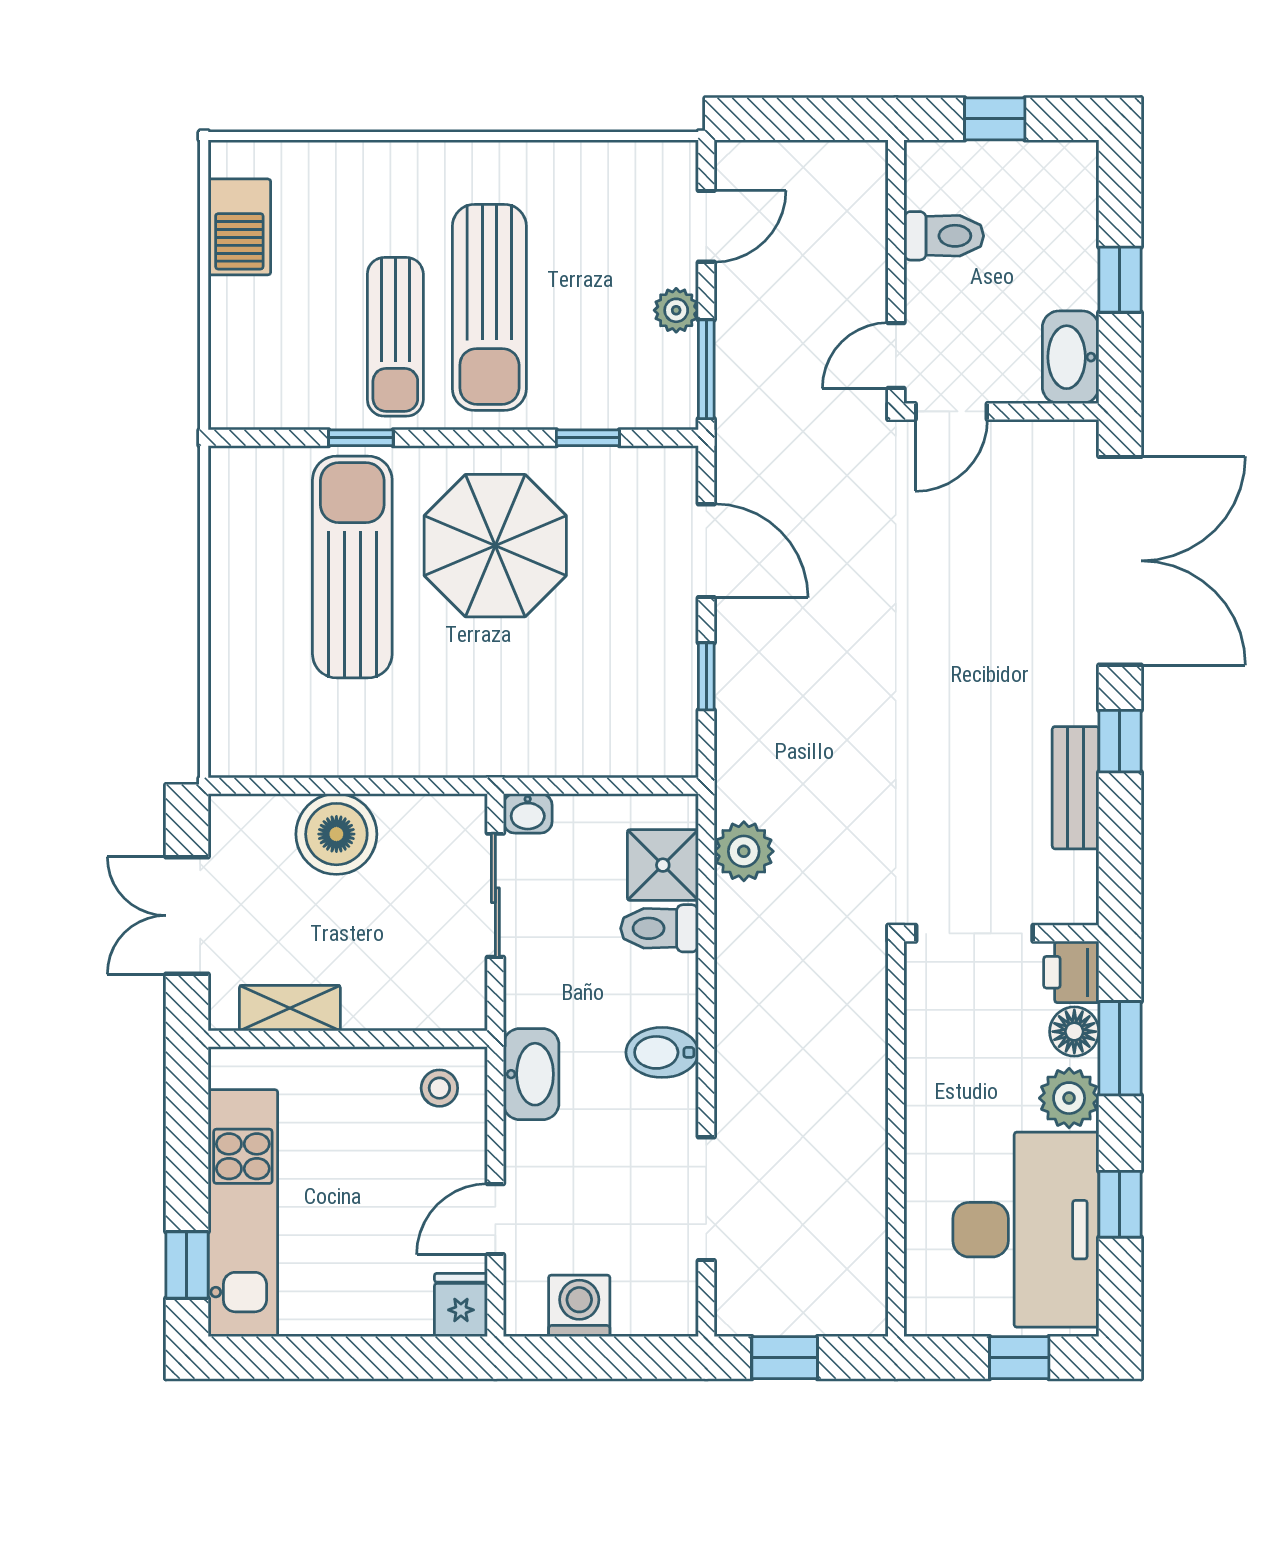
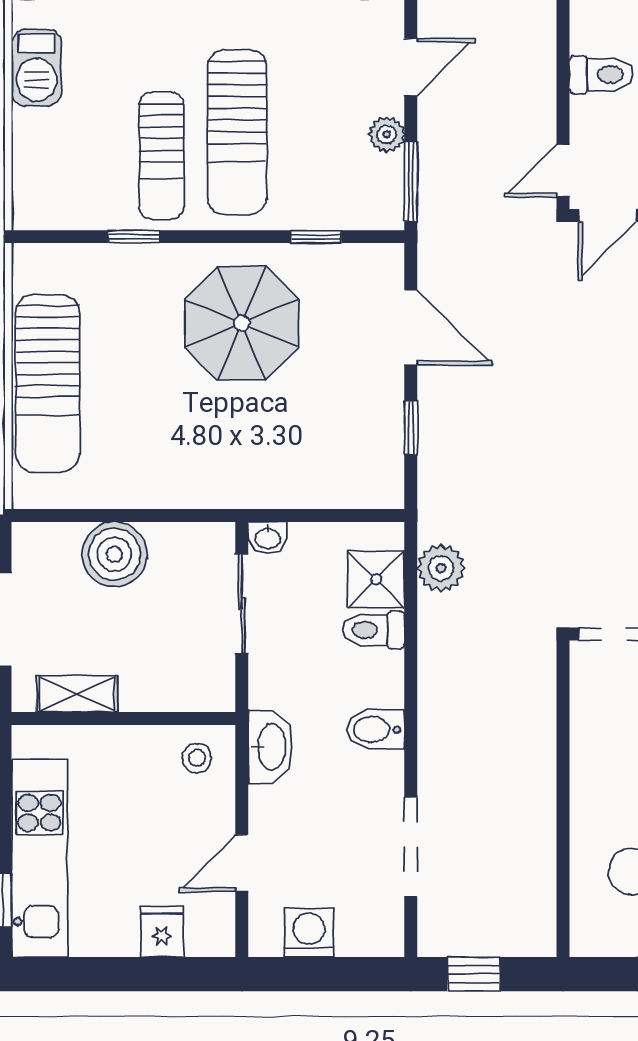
sun lounger: (352, 567) -> (48, 383), moved, turned 180
fridge: (461, 1305) -> (162, 932), moved

